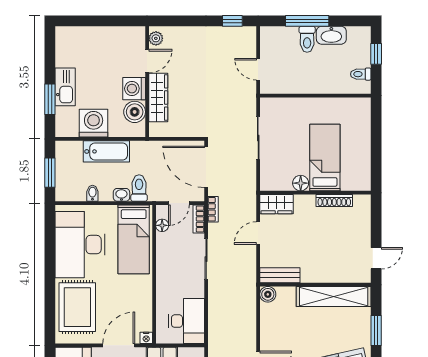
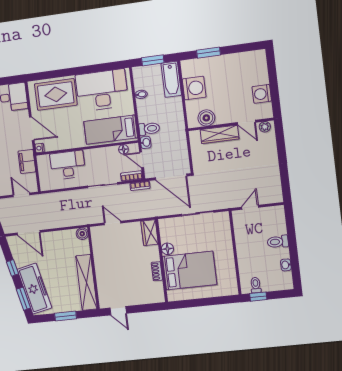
window: (232, 21) -> (285, 183), removed
window: (307, 21) -> (292, 240), removed
washbasin: (331, 35) -> (286, 265), width x0.52, depth x0.69
window: (376, 54) -> (258, 297), moved
kitchen sink: (65, 87) -> (219, 63), removed
washing machine: (134, 89) -> (262, 94), moved, turned -90
bathtub: (106, 151) -> (171, 79), moved
bed: (325, 158) -> (189, 270), width x1.50
door: (206, 167) -> (171, 177), swing flipped
washbasin: (121, 195) -> (146, 142), moved
shoe rack: (334, 201) -> (157, 271), width x0.70
door: (258, 233) -> (113, 223), moved
bench: (280, 275) -> (97, 241), removed
desk: (187, 321) -> (68, 165), moved, turned 180

